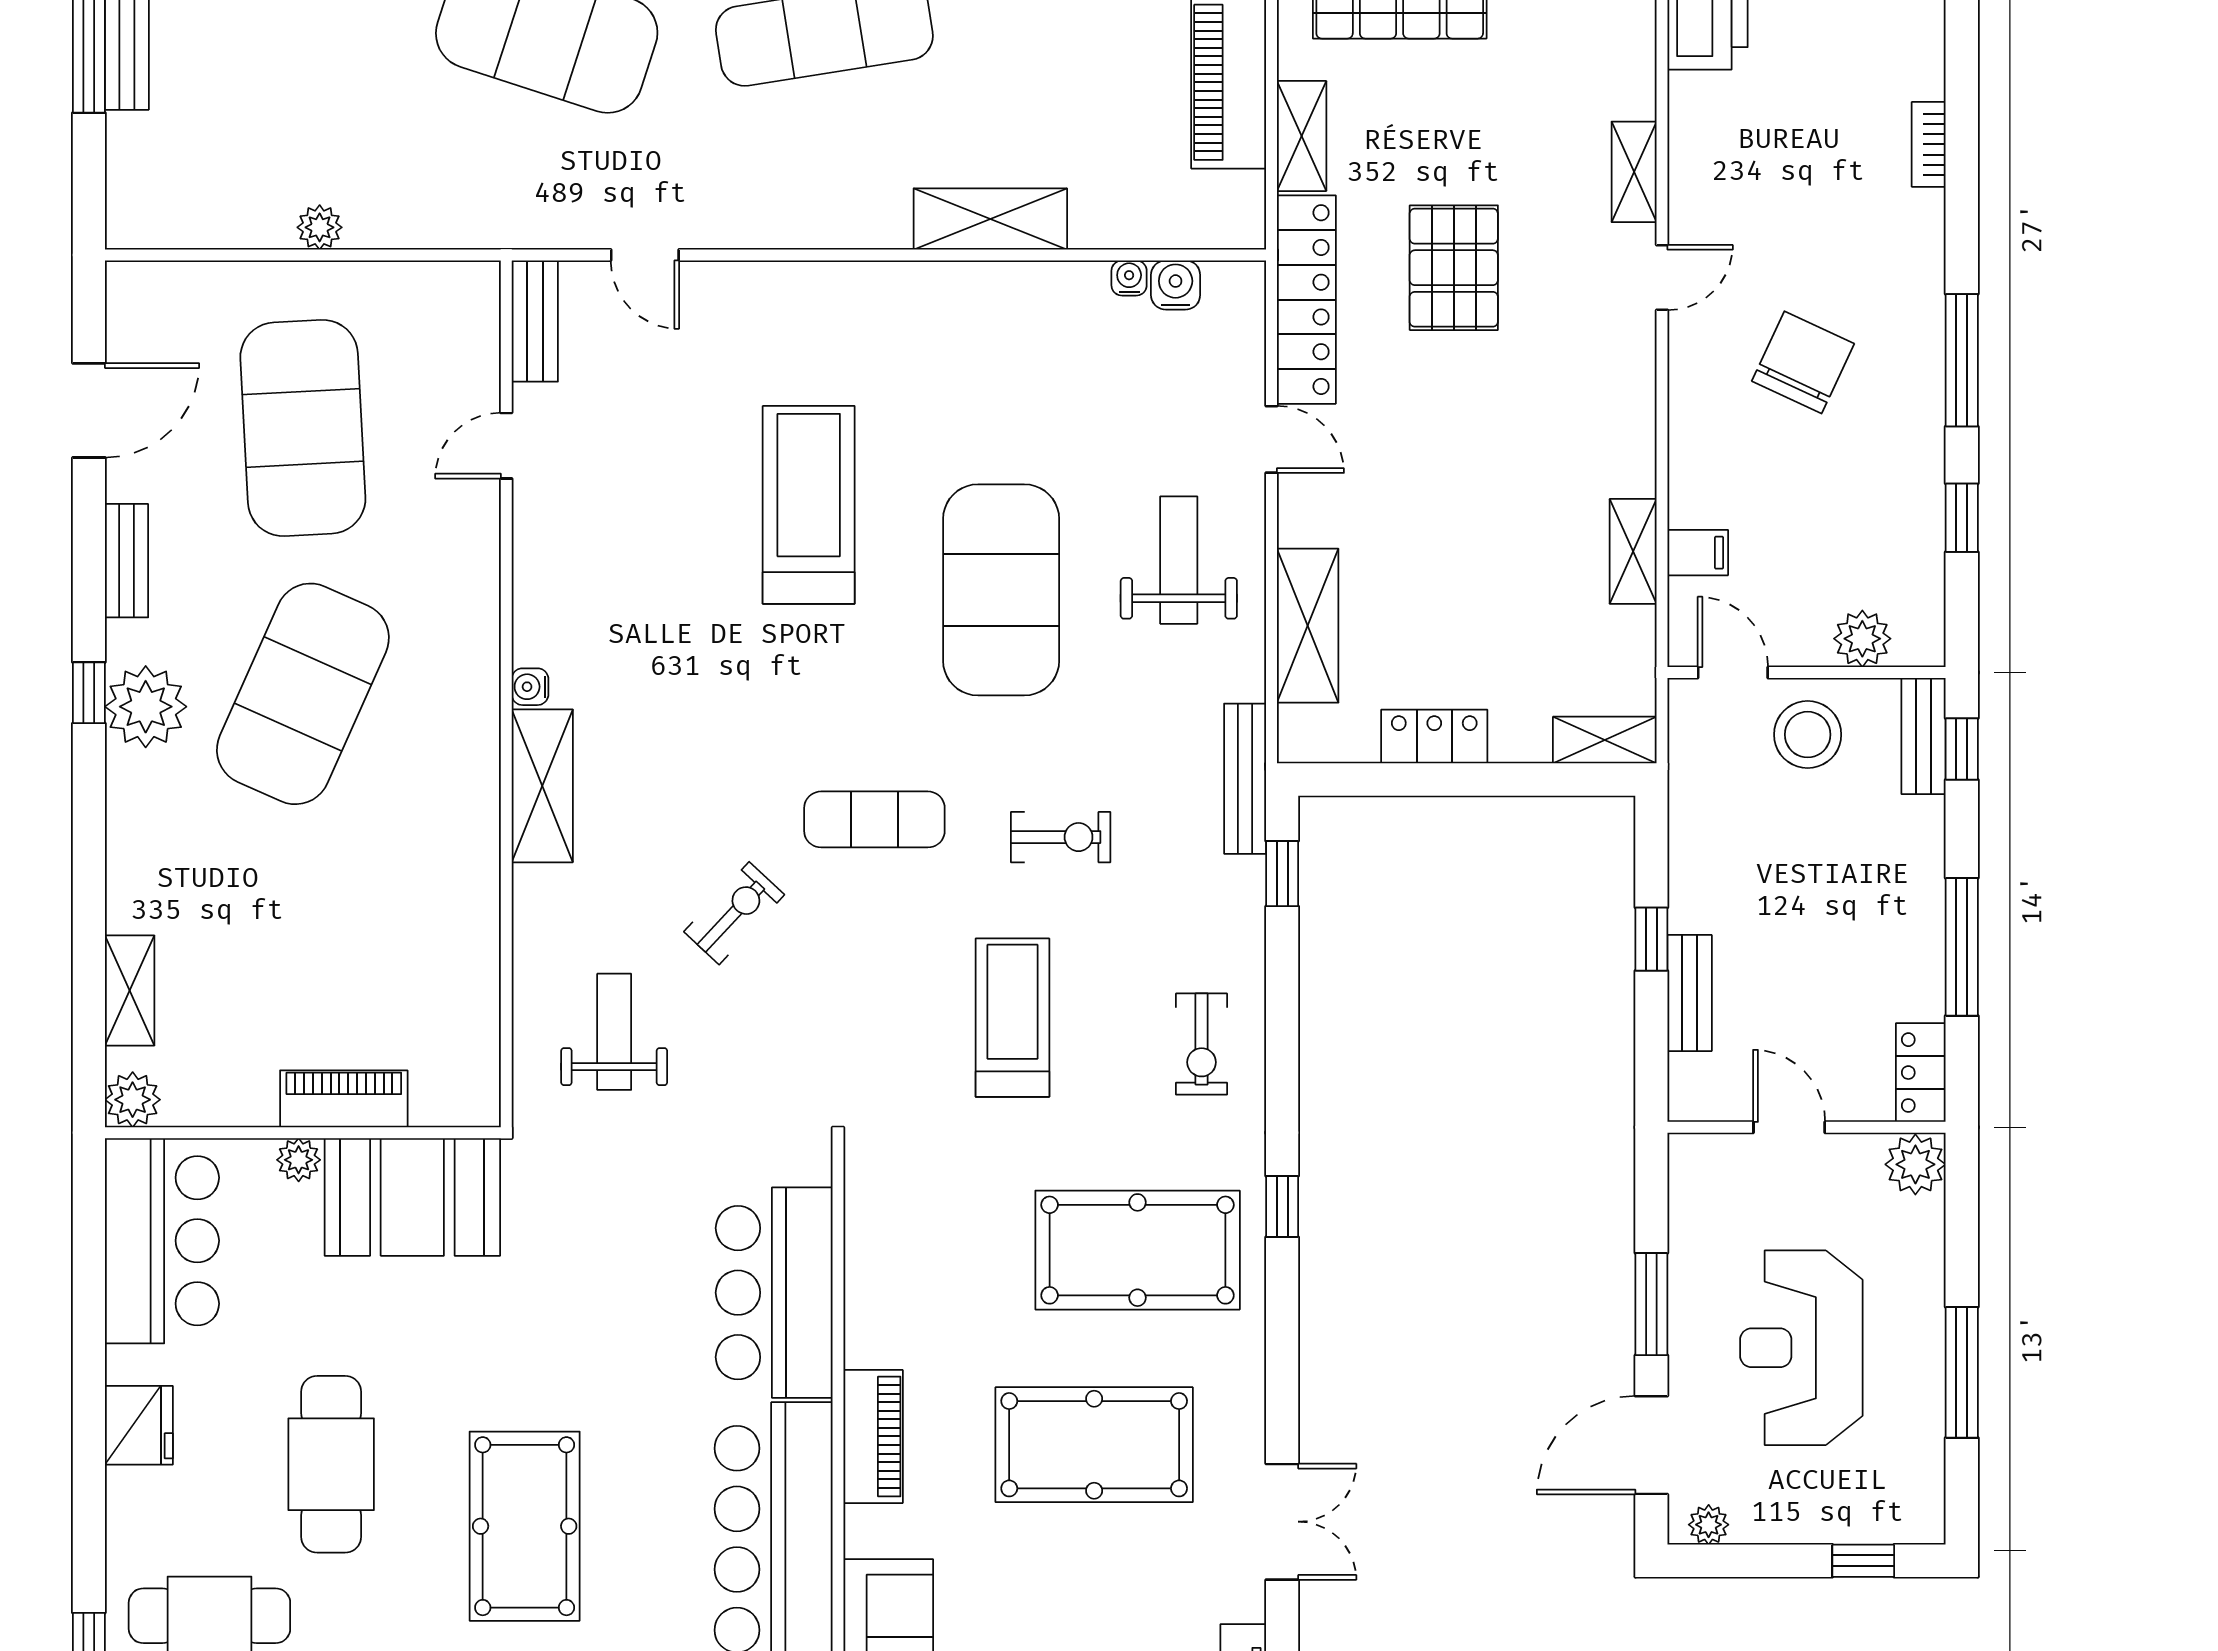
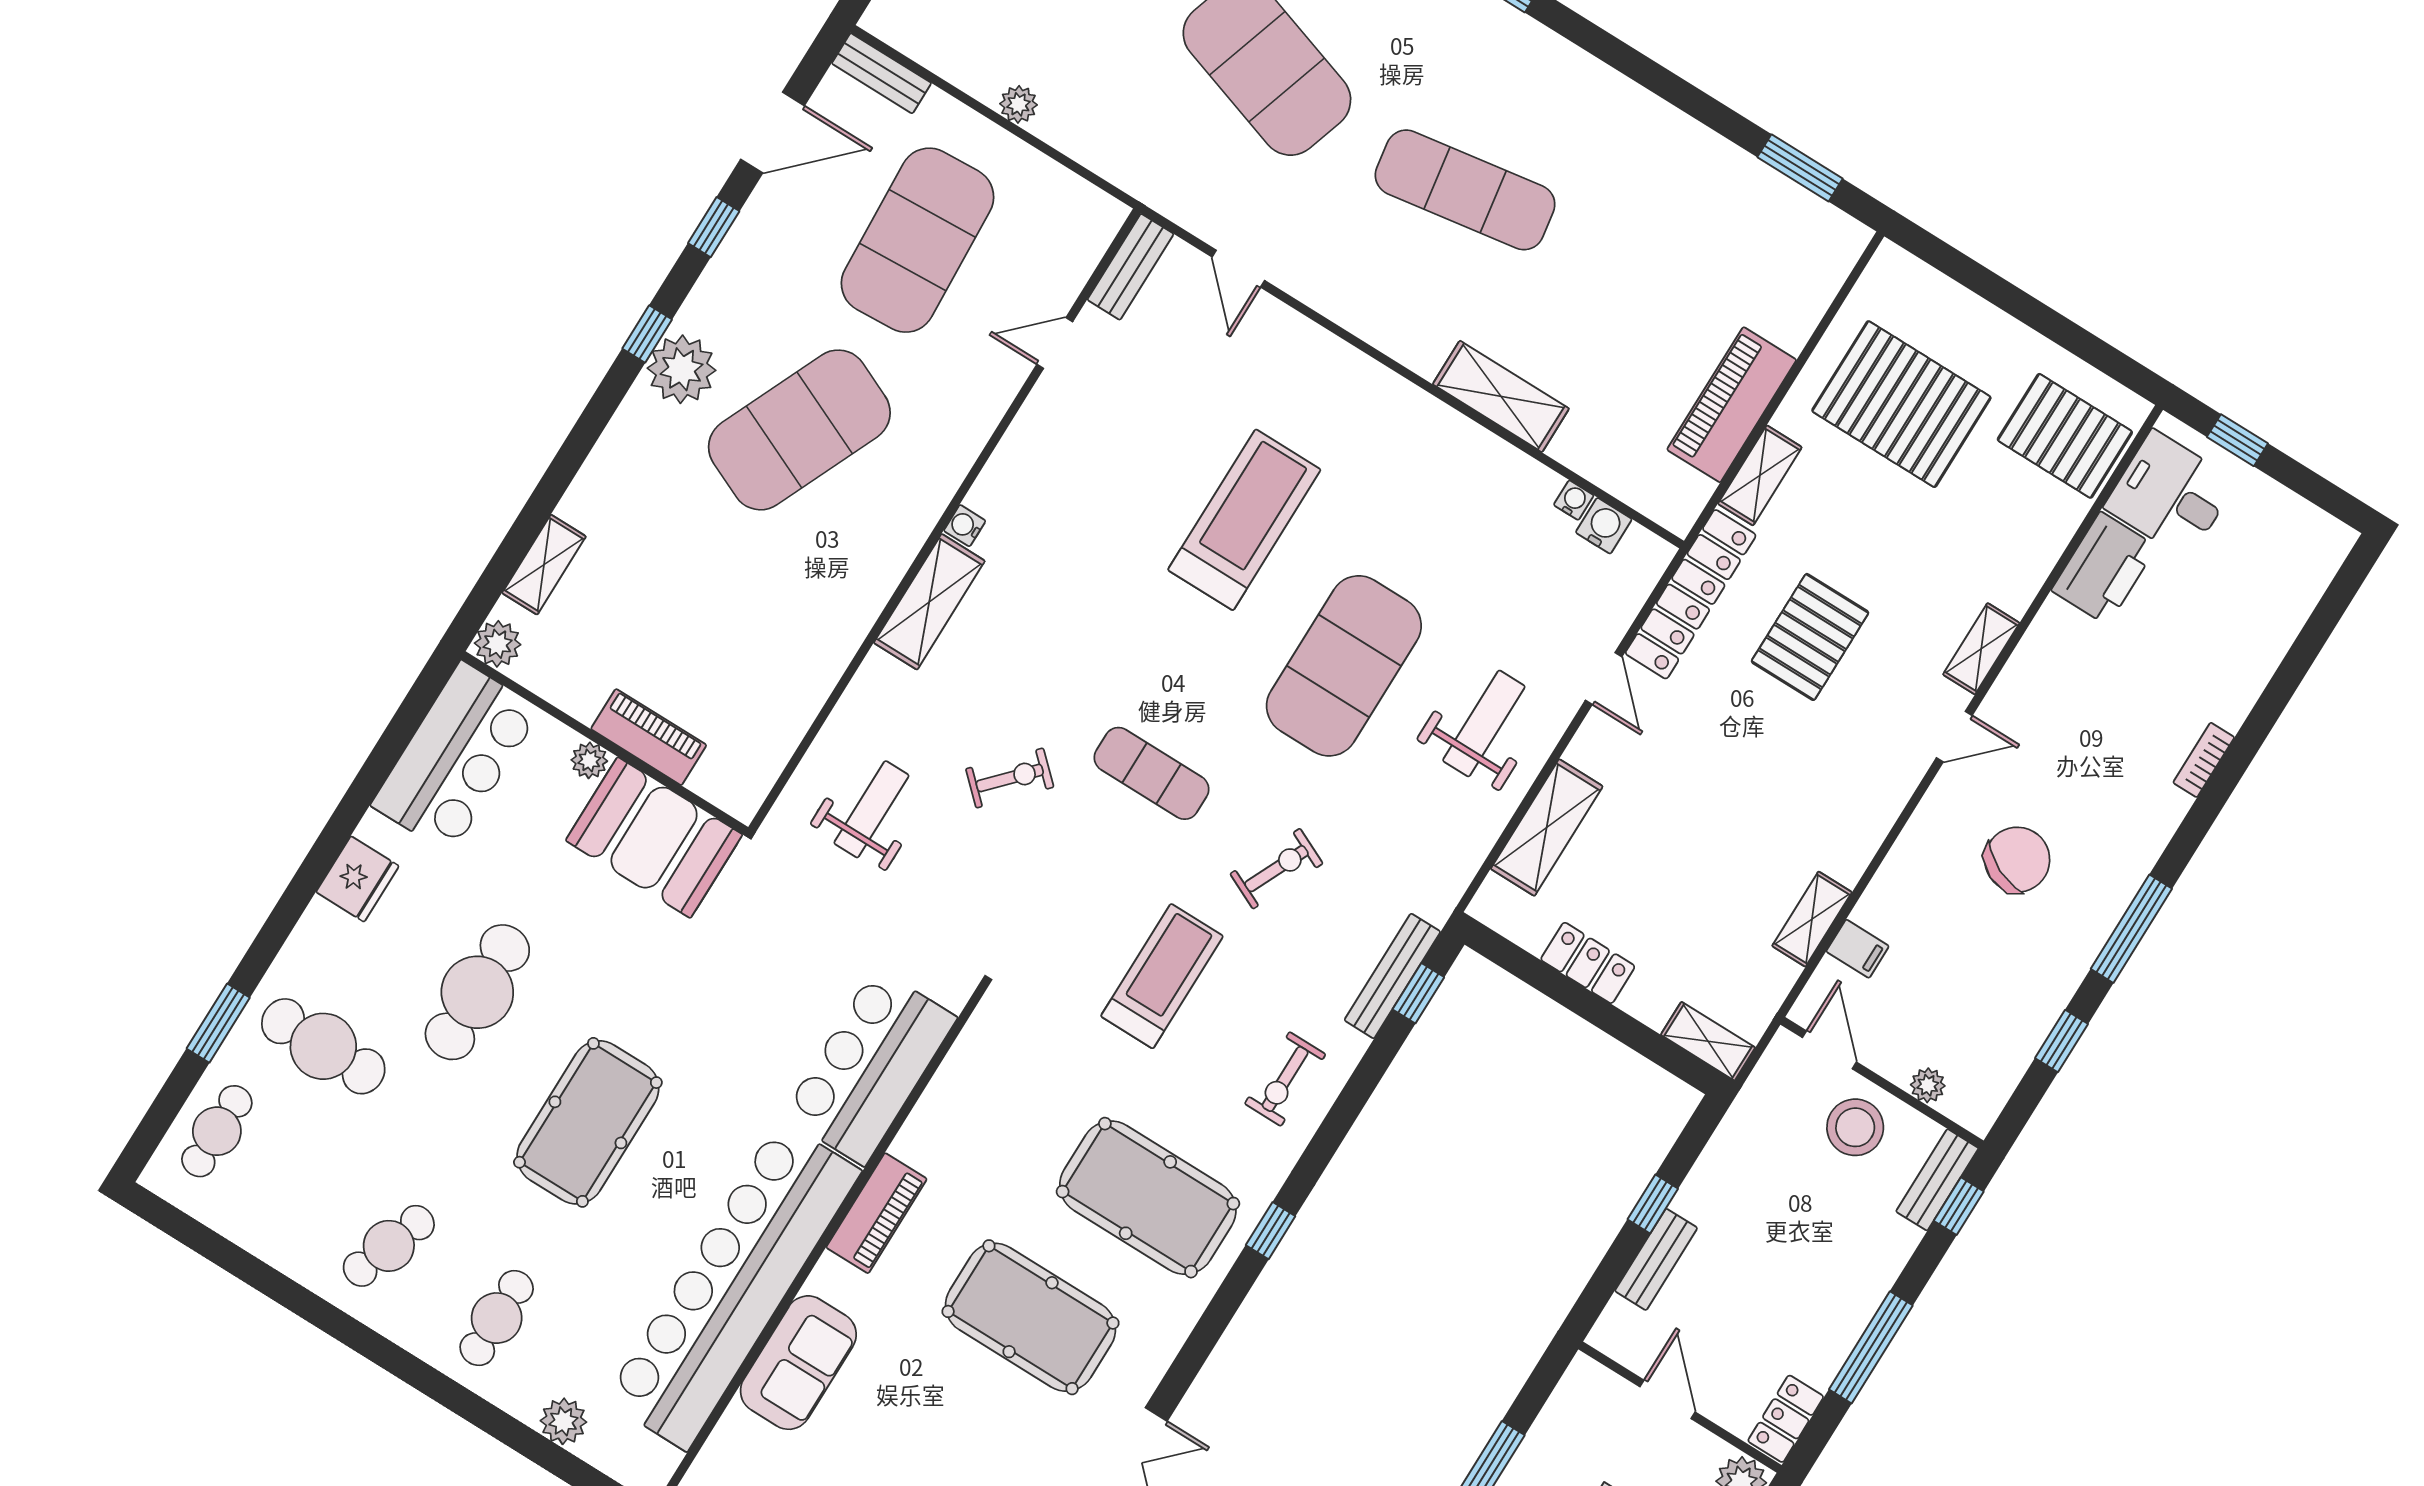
window: (89, 543) -> (714, 227), added
bench: (127, 561) -> (882, 73), moved, turned 90
plant: (1862, 639) -> (1928, 1085), width x0.73, depth x0.73
bench: (1245, 779) -> (1392, 976), moved
exercise bike: (1061, 837) -> (1277, 869), turned -65

